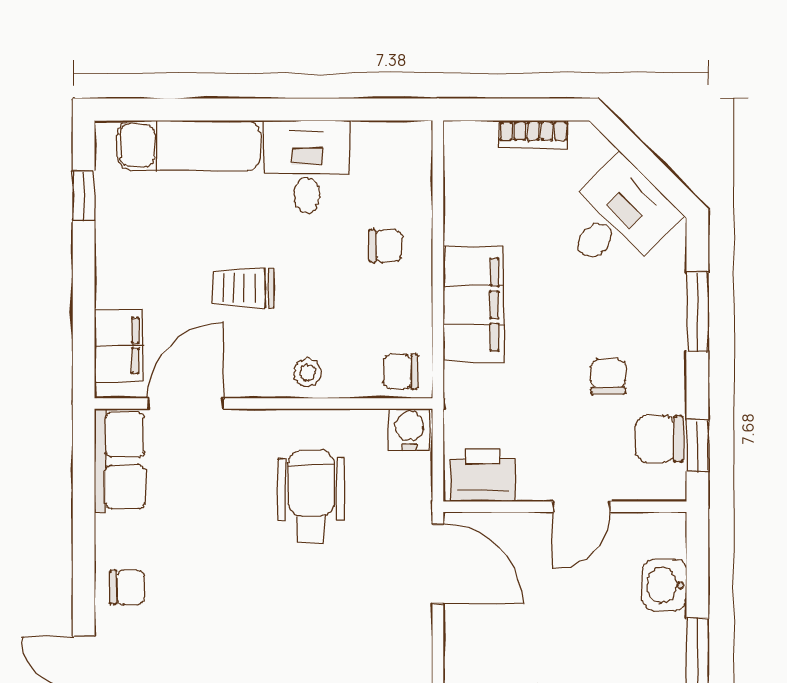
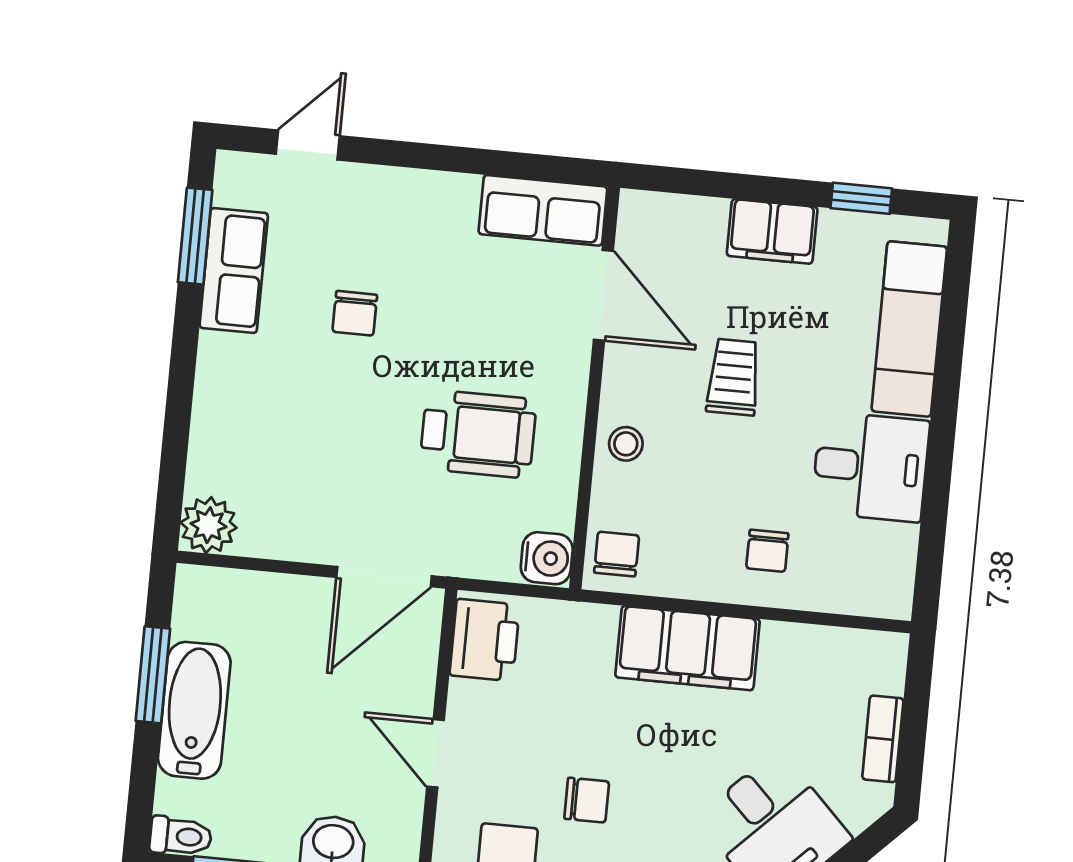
filing cabinet: (119, 346) -> (772, 231), moved
chair: (127, 587) -> (355, 313), moved

